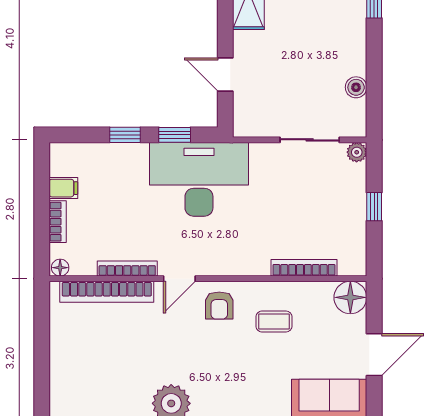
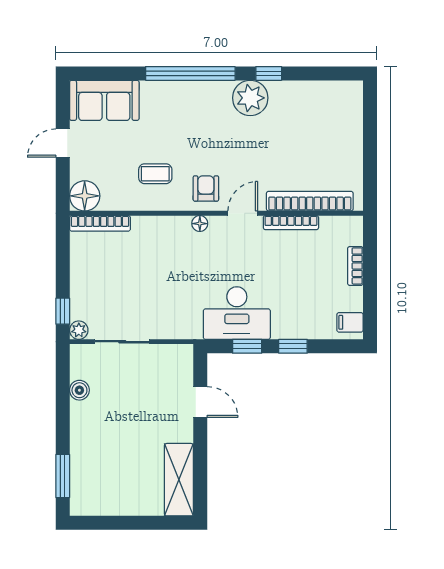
desk: (199, 179) -> (237, 313), width x0.73, depth x0.77
filing cabinet: (63, 188) -> (350, 322), moved
window: (374, 207) -> (63, 311), moved
floor lamp: (60, 268) -> (200, 224), moved
bookcase: (304, 268) -> (100, 223), moved
door: (374, 355) -> (63, 143), width x0.73

